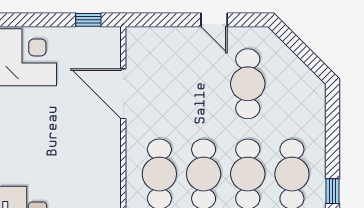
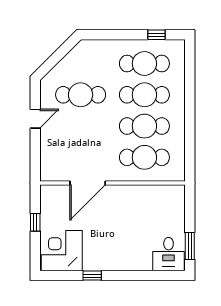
window: (88, 20) -> (35, 222), moved

